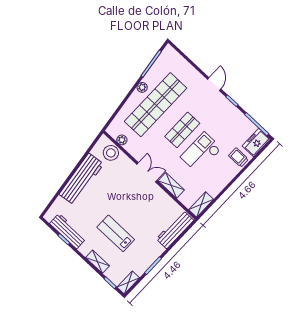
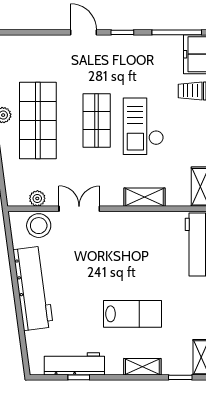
shop shelf: (156, 105) -> (38, 121), width x0.71
double door: (147, 172) -> (79, 209), moved
lab bench: (116, 233) -> (133, 314), turned 180

